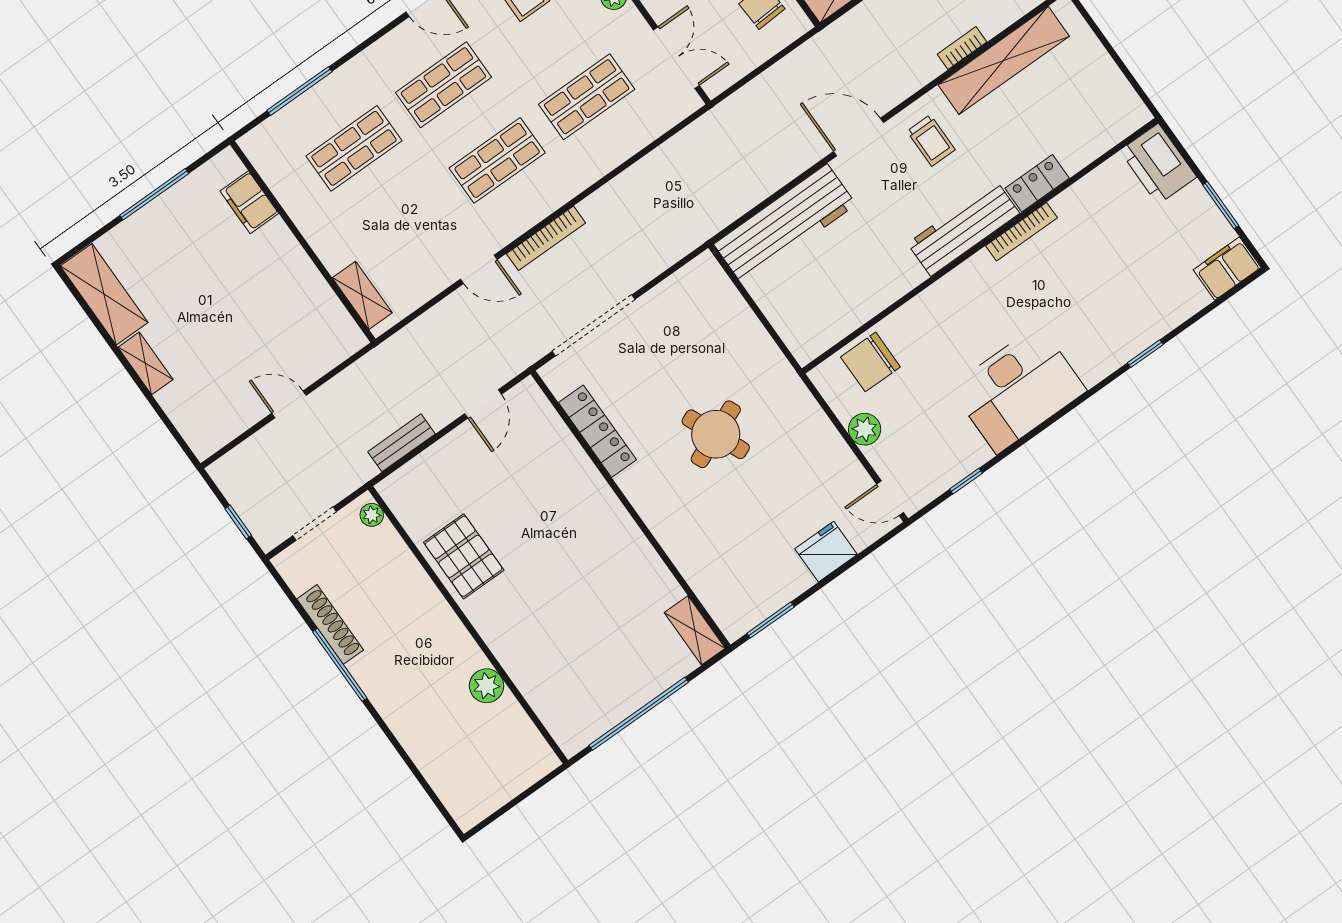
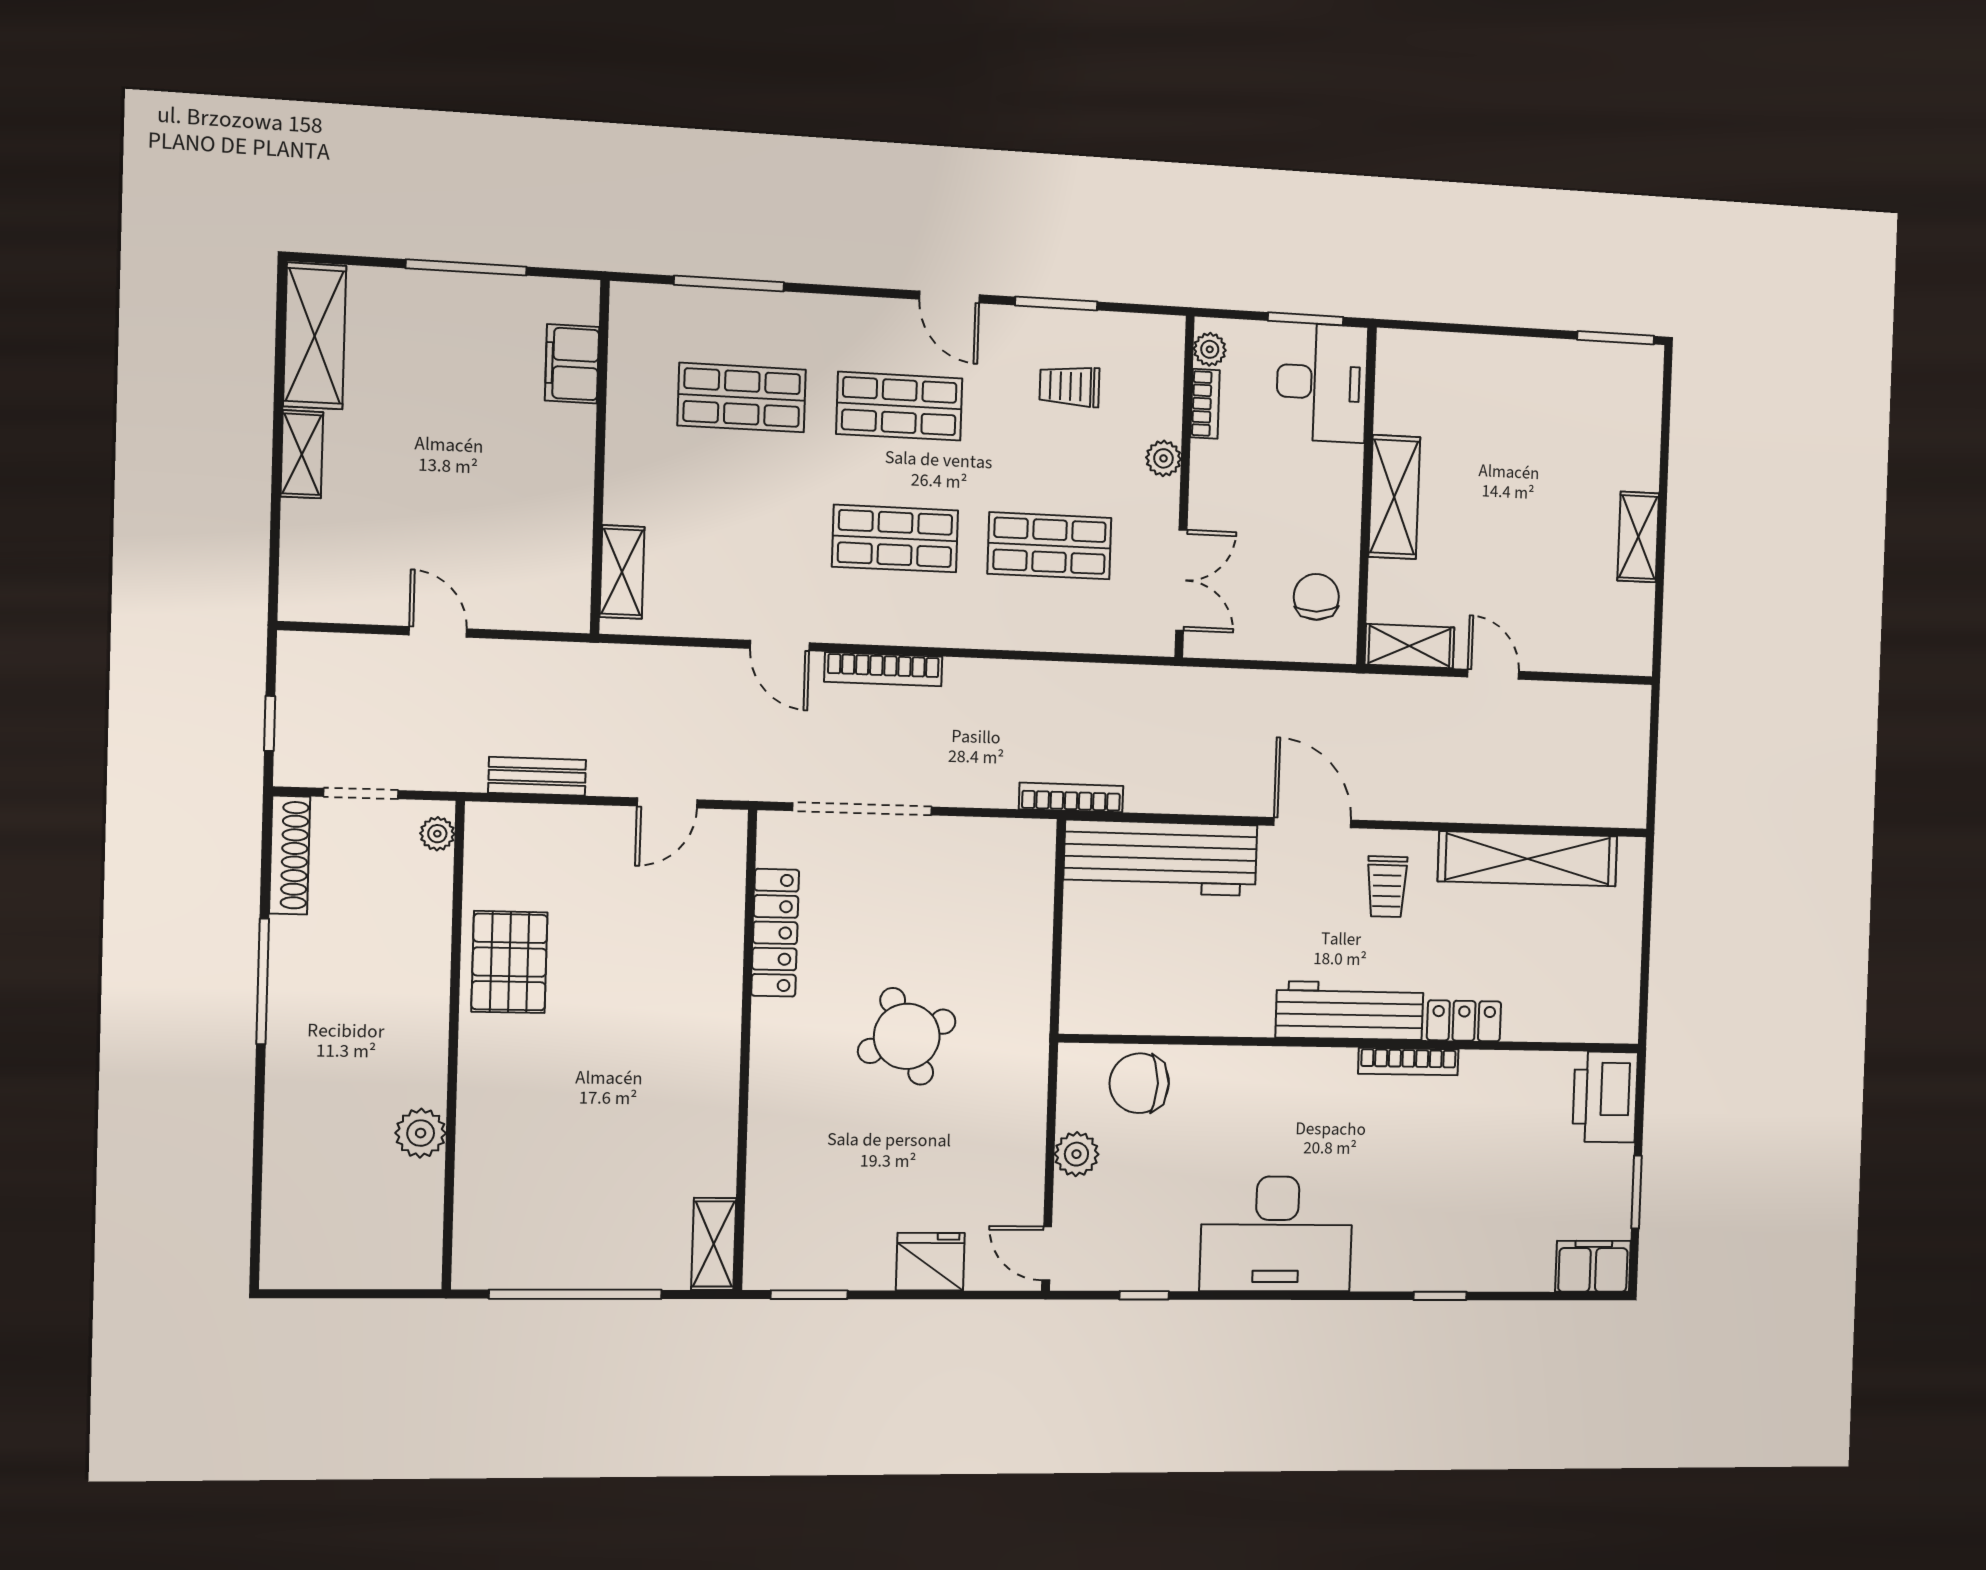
bookcase: (962, 48) -> (1071, 797), moved, width x1.56
shoe rack: (330, 624) -> (290, 855), moved

